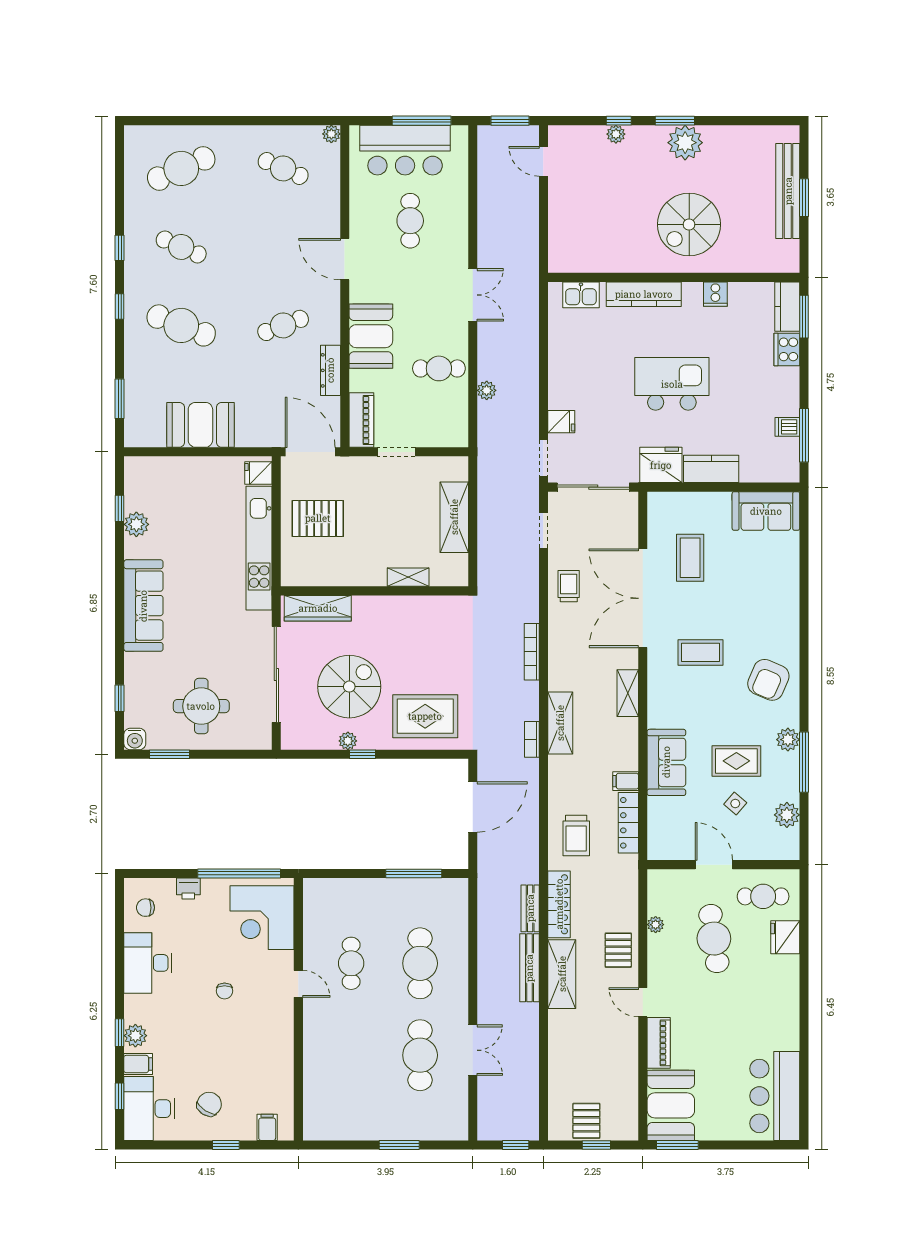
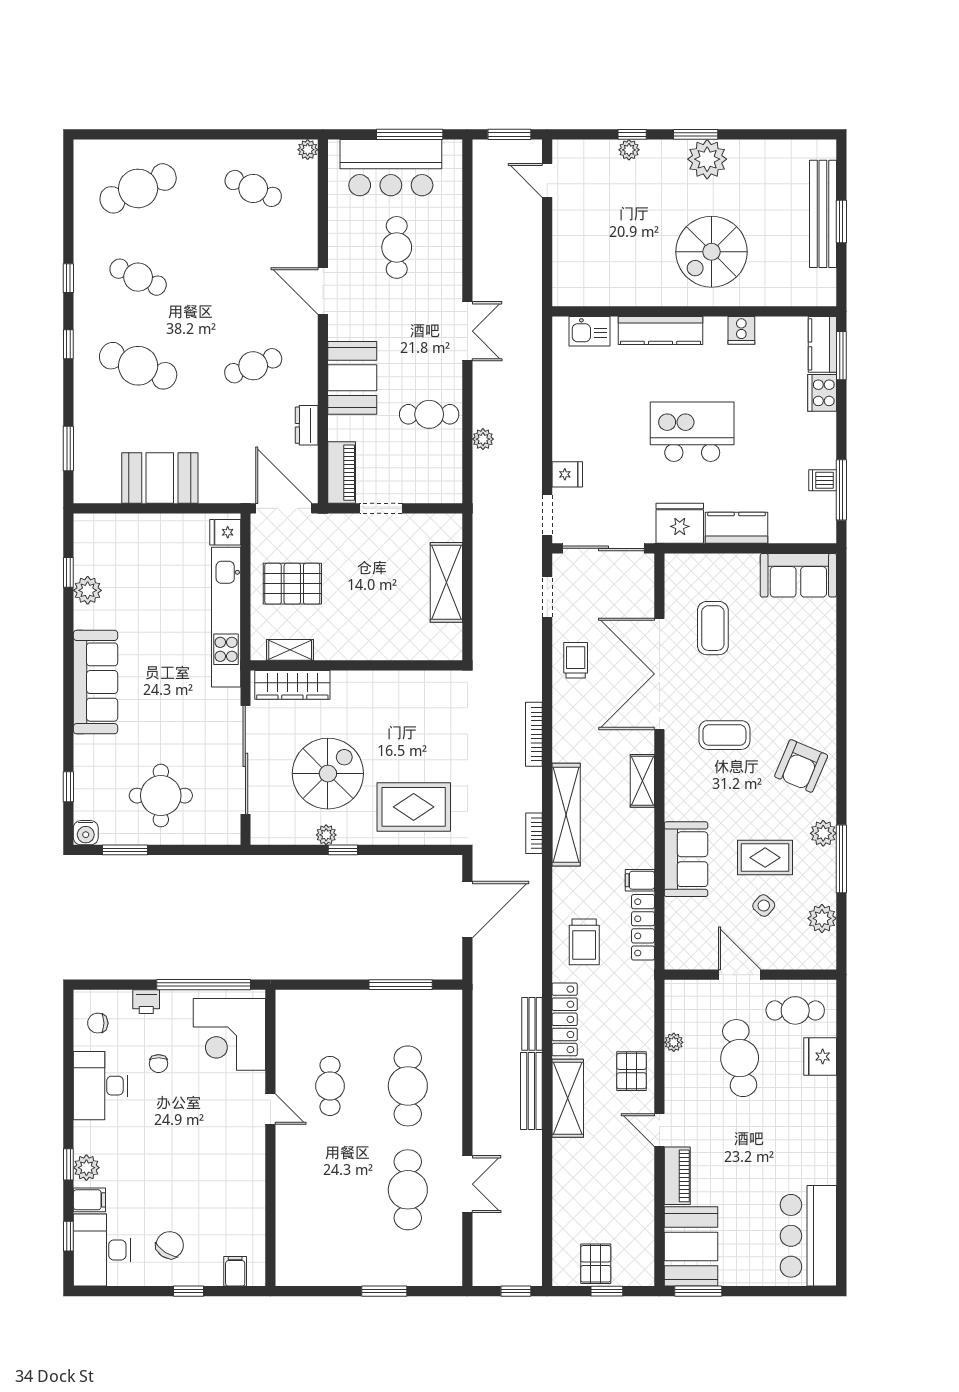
dresser: (330, 370) -> (307, 425), width x0.70
shelving: (408, 577) -> (290, 650), moved
shelving: (560, 723) -> (566, 815), width x1.47
chair: (225, 991) -> (159, 1064), moved

